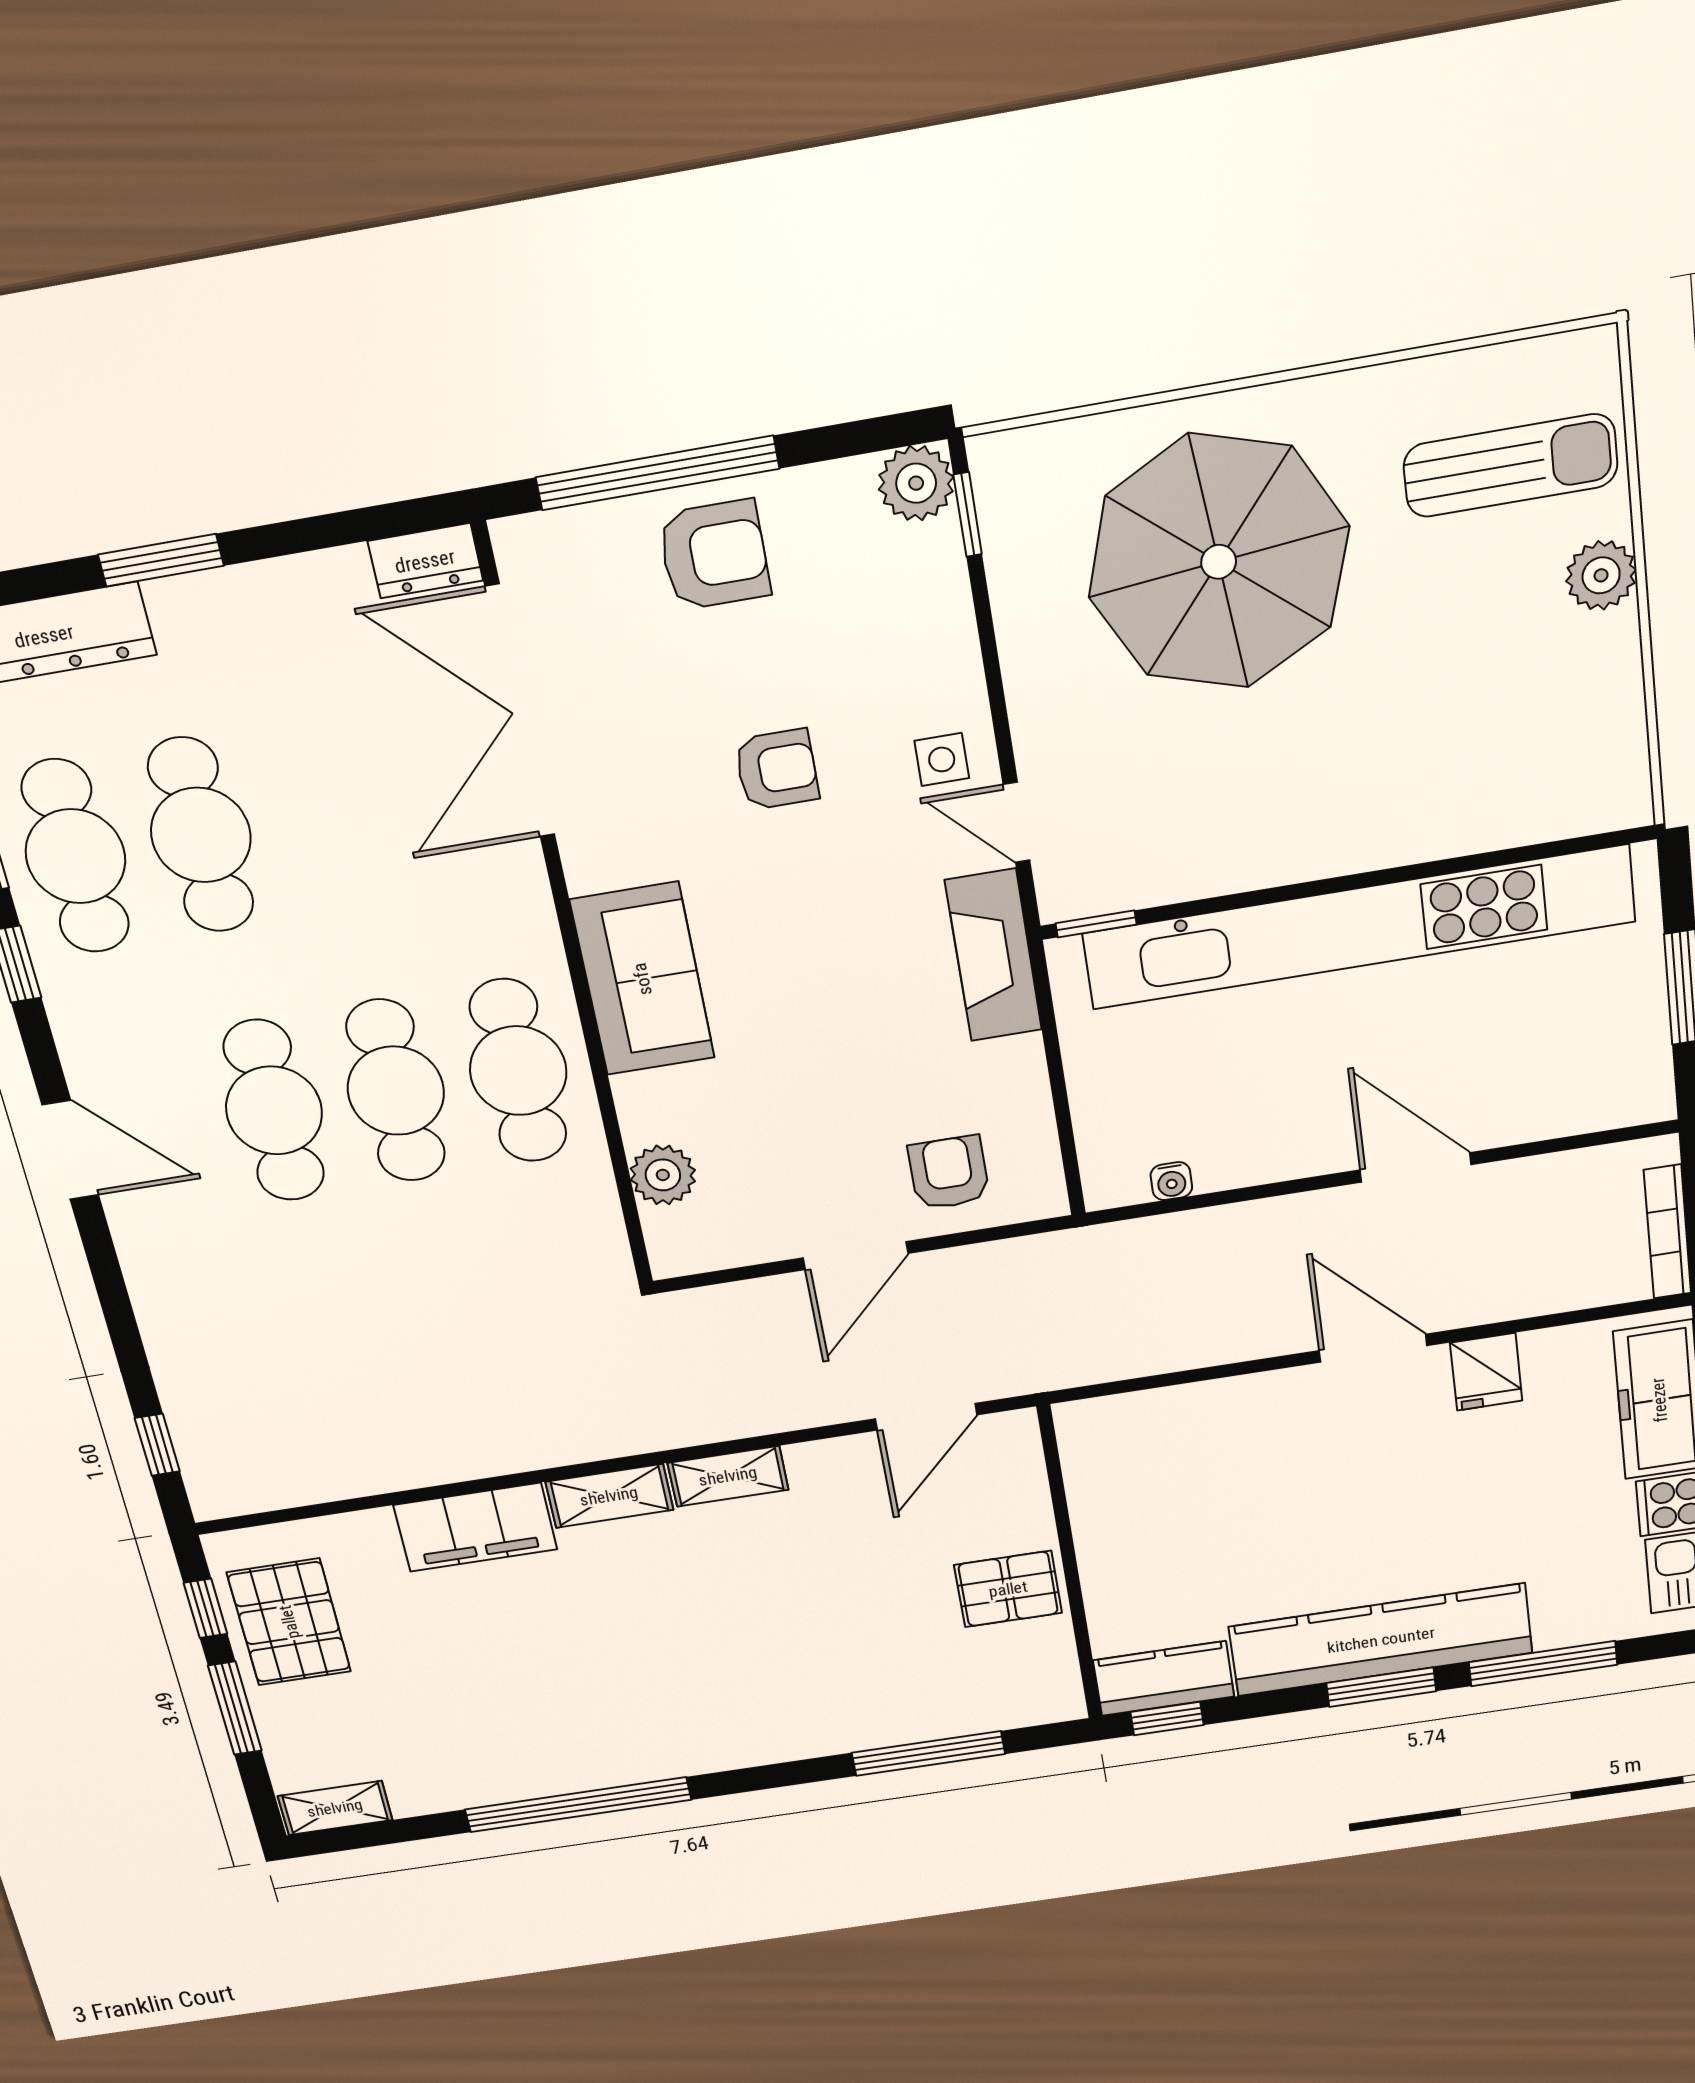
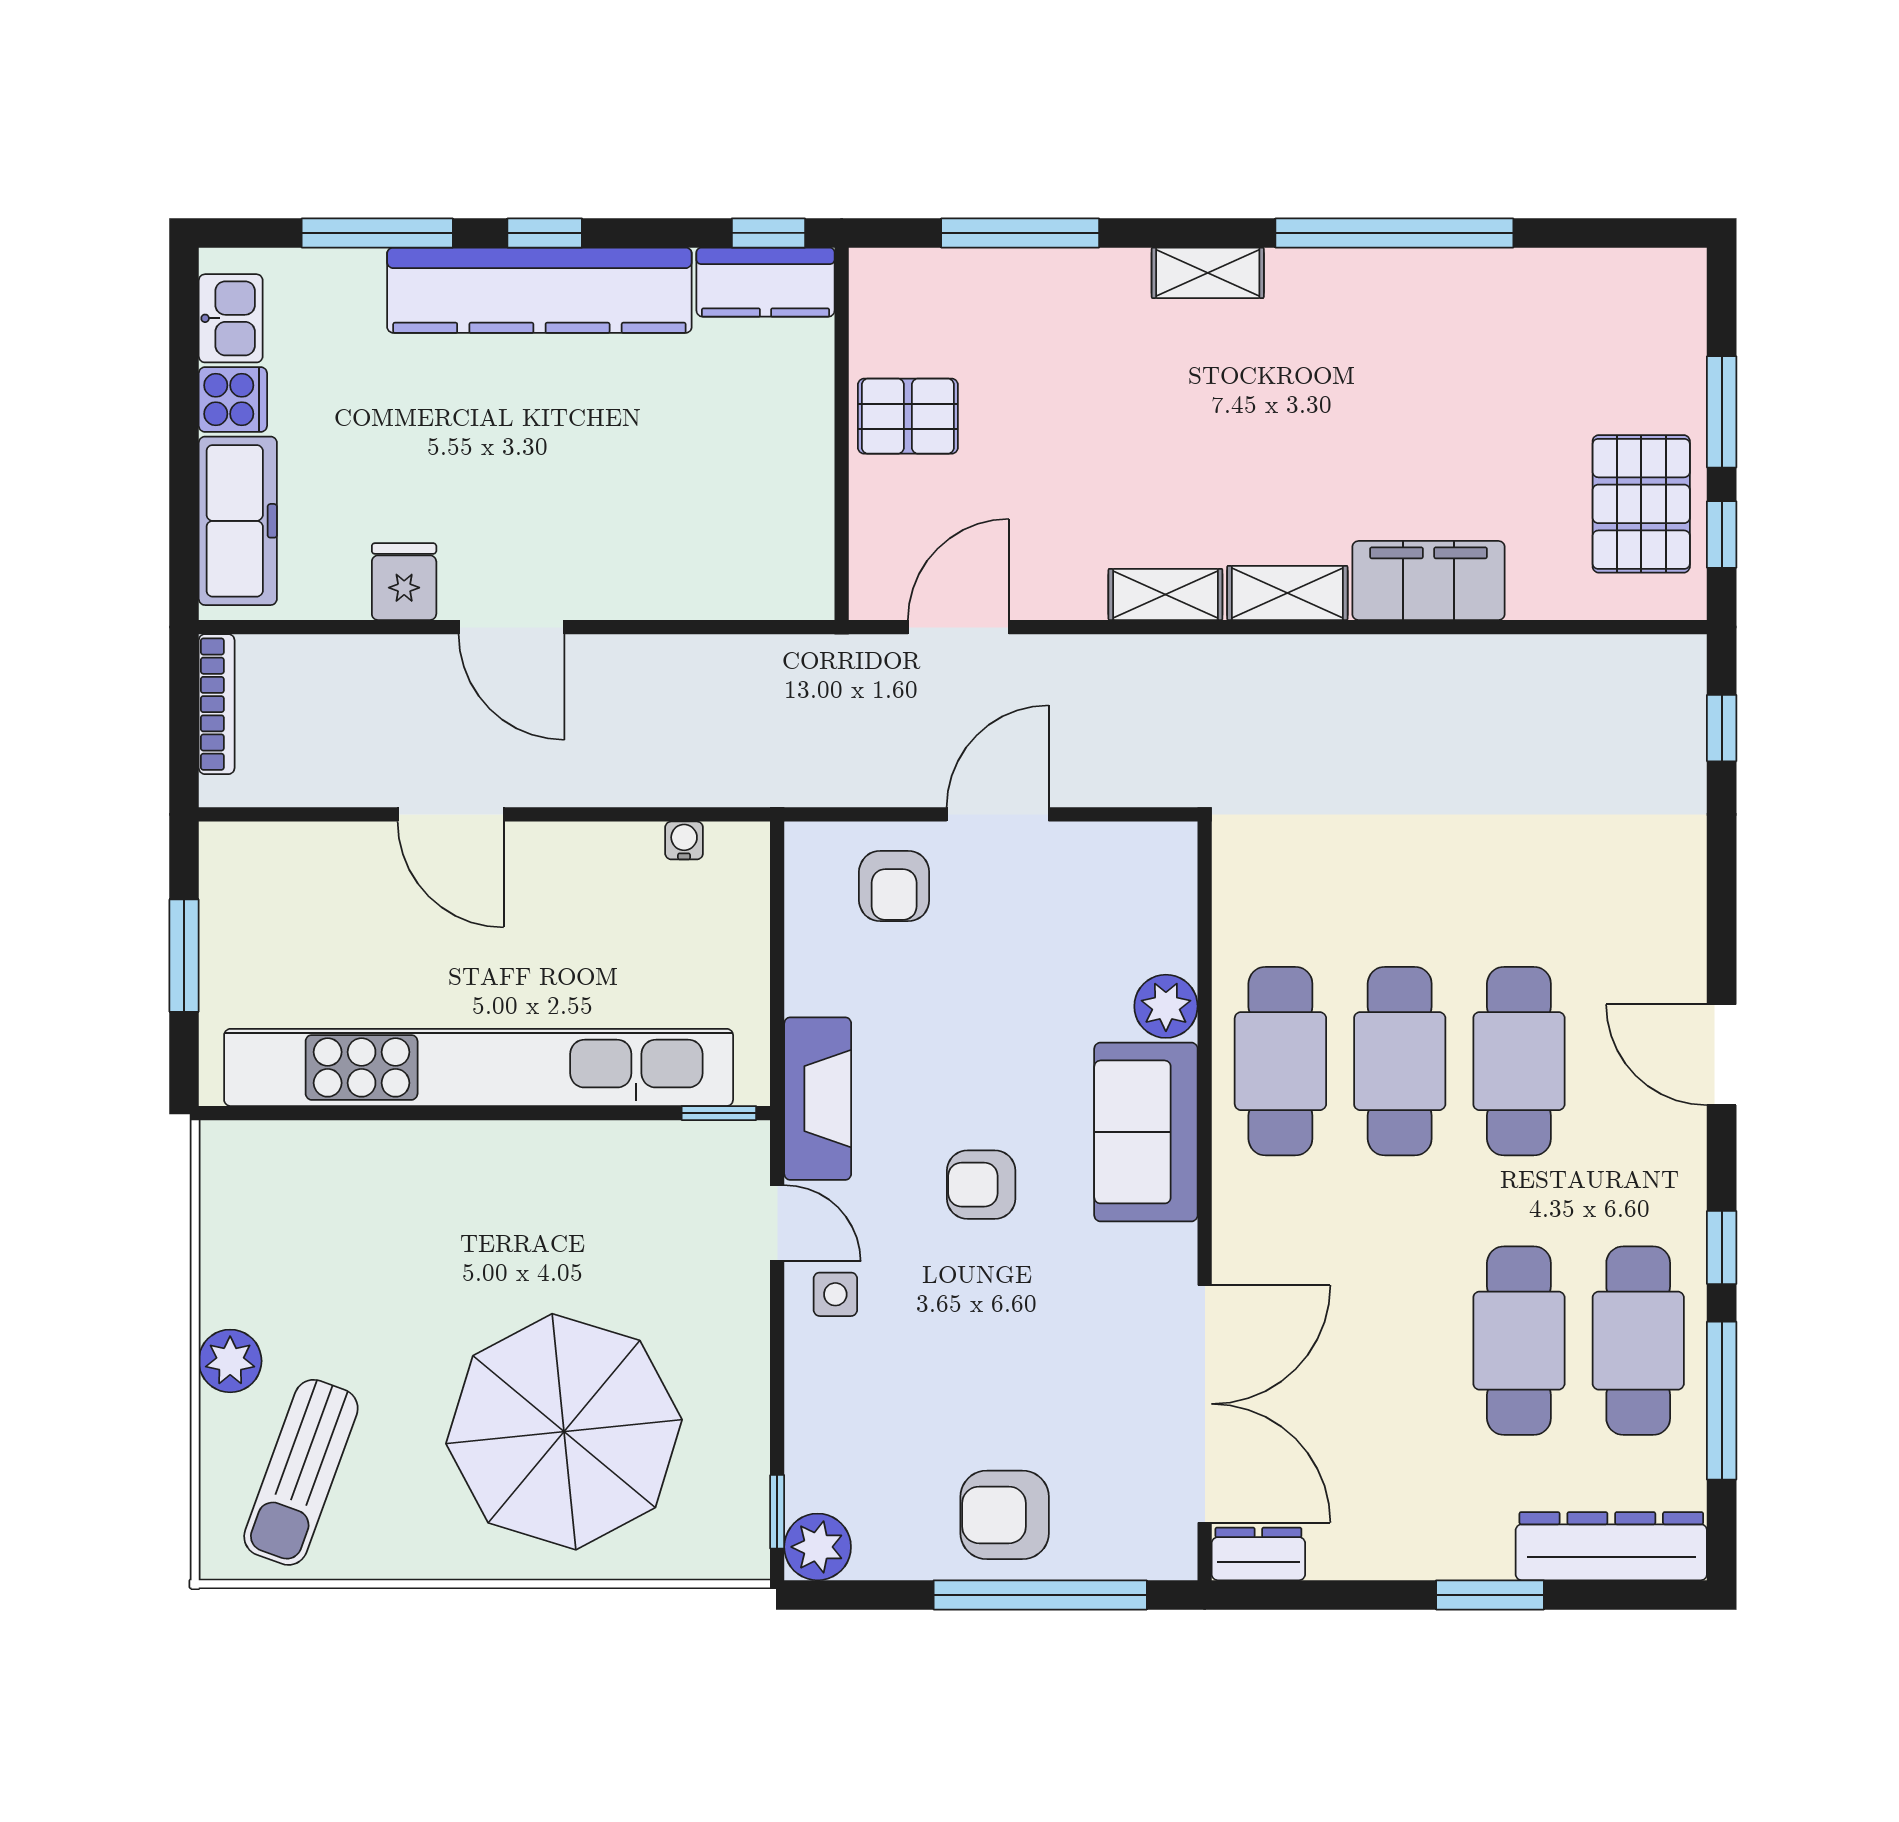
sun lounger: (1510, 466) -> (301, 1472), turned -70
armchair: (777, 769) -> (981, 1185), moved
plant: (663, 1175) -> (1166, 1006), moved
window: (1381, 1687) -> (545, 233), width x0.67
shelving: (335, 1808) -> (1208, 273), moved

